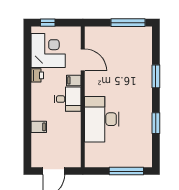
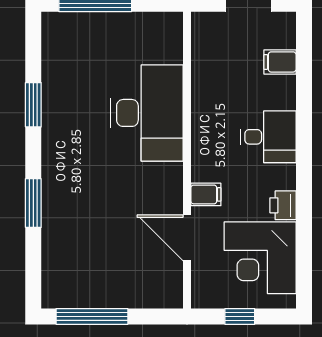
window: (48, 23) -> (240, 316), moved
desk: (68, 99) -> (268, 137), moved, turned 180
filing cabinet: (39, 127) -> (280, 62), moved

